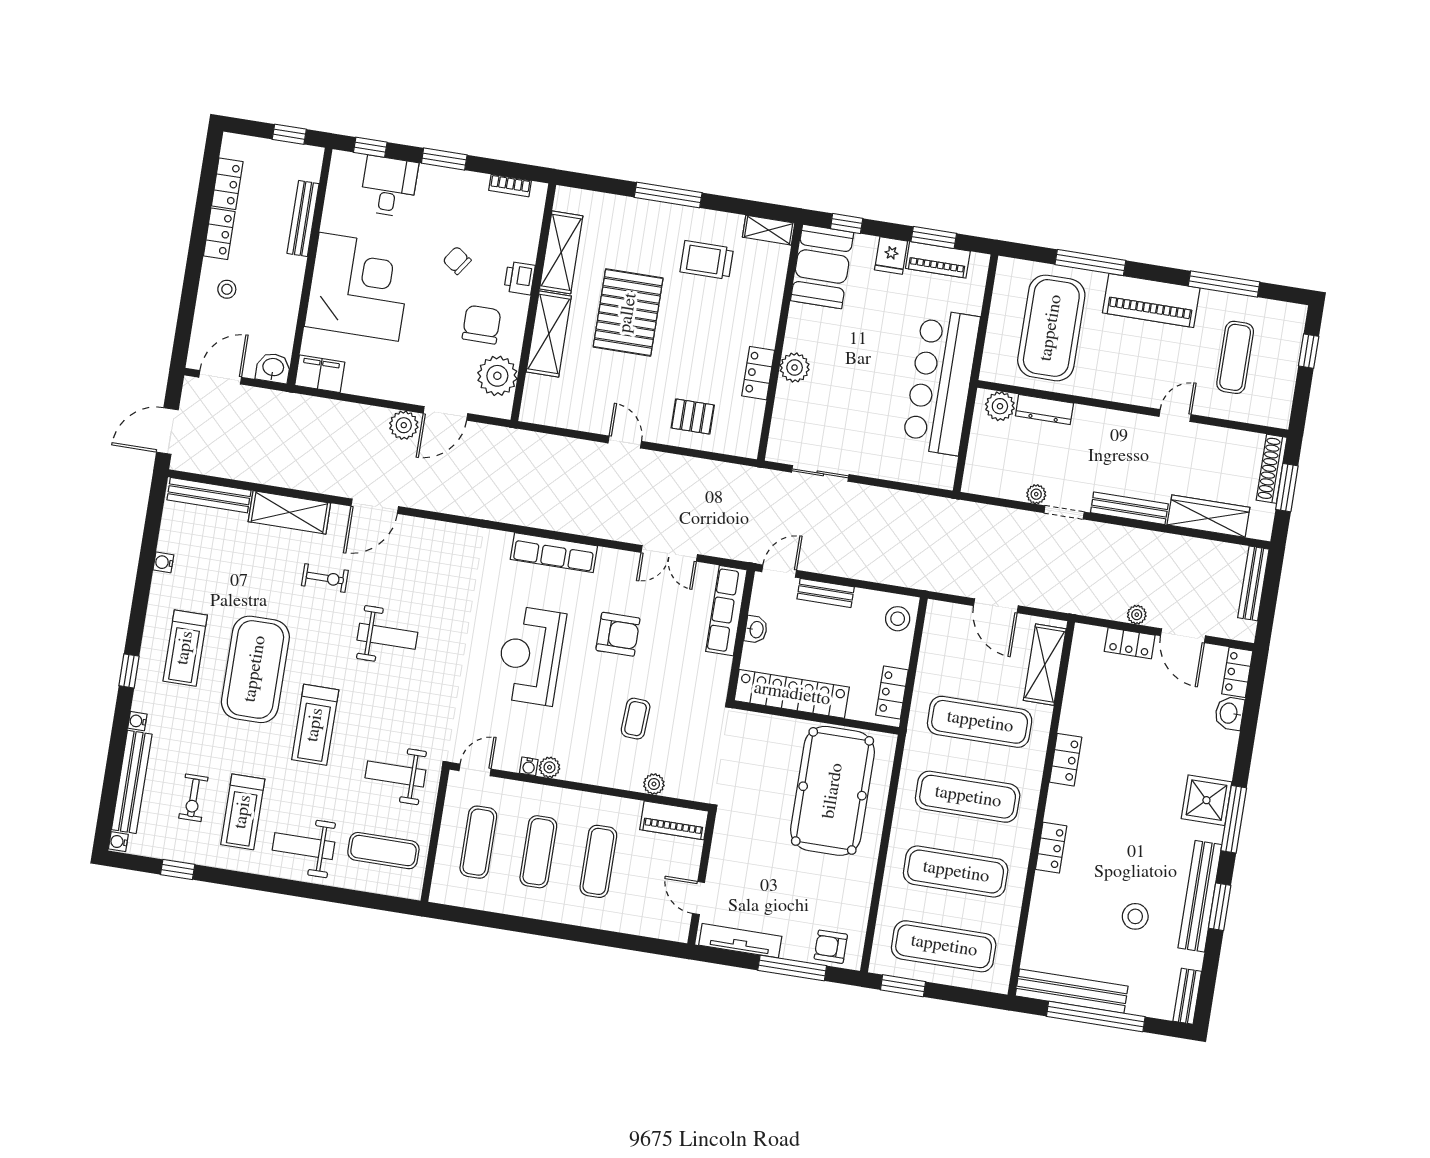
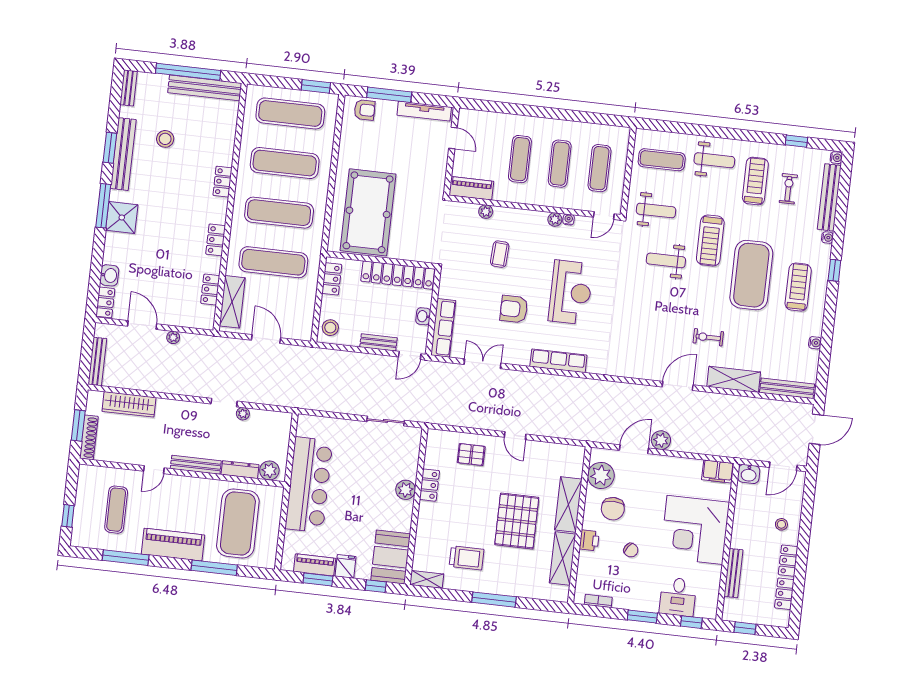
bench: (1129, 508) -> (196, 465), moved
weight bench: (387, 636) -> (666, 260), moved
locker: (1130, 643) -> (210, 290), moved, turned -90
treadmill: (315, 725) -> (710, 240), turned 180

